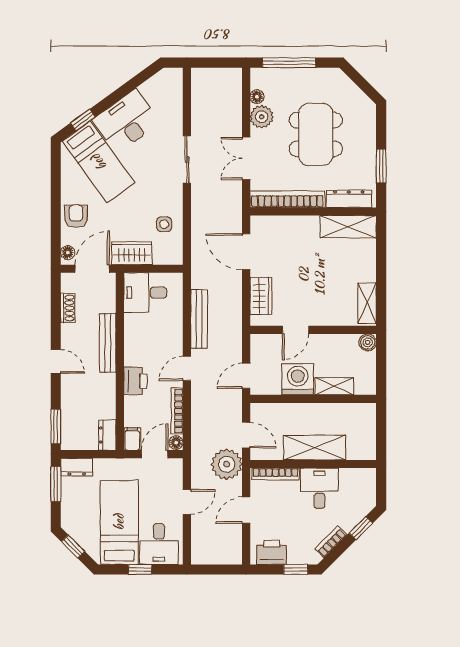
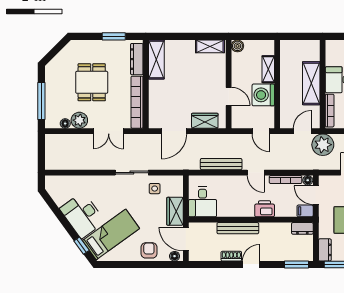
dining table: (316, 134) -> (92, 82), width x0.73
sliding door: (187, 160) -> (132, 173), moved
armchair: (76, 216) -> (149, 250), turned 90
shoe rack: (68, 308) -> (231, 256), moved

